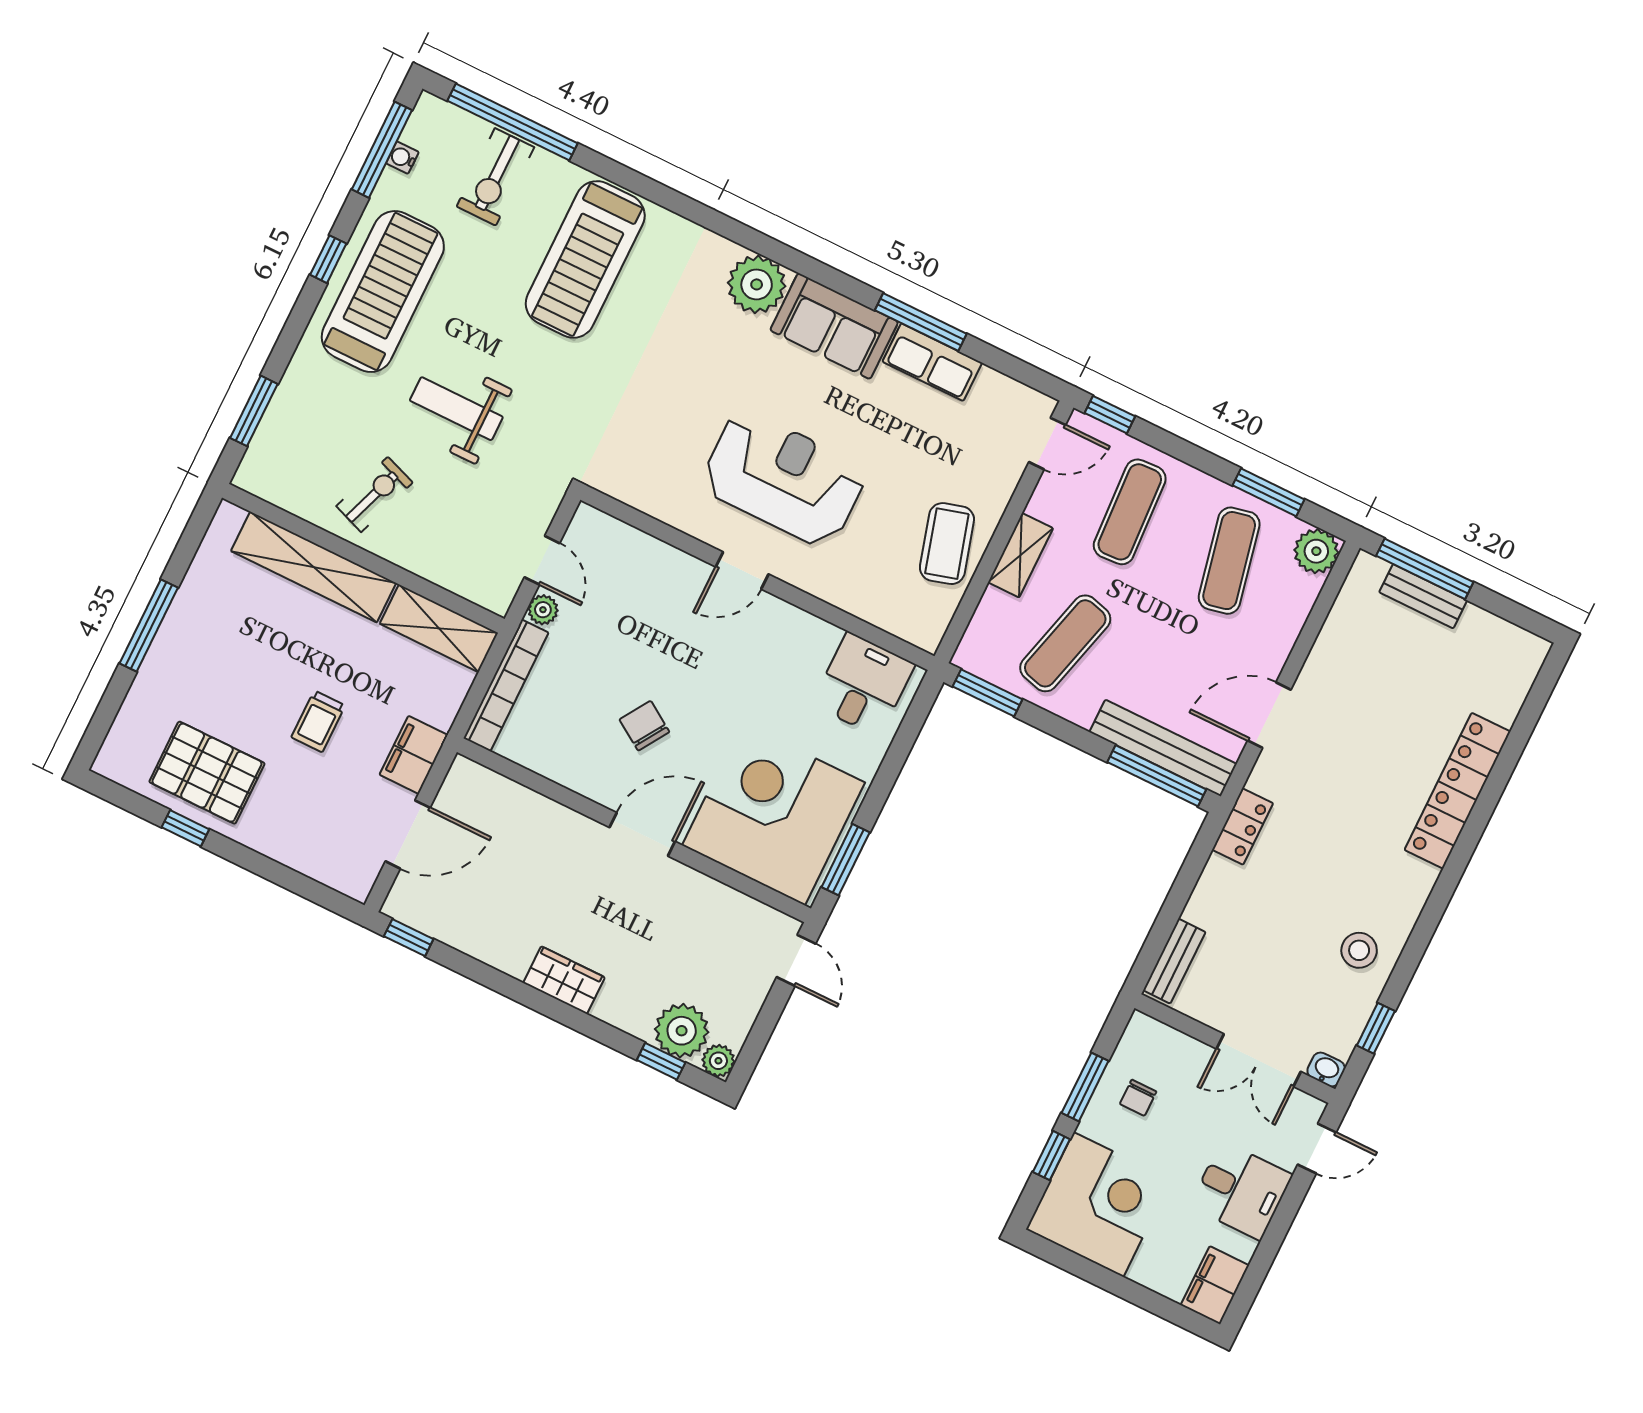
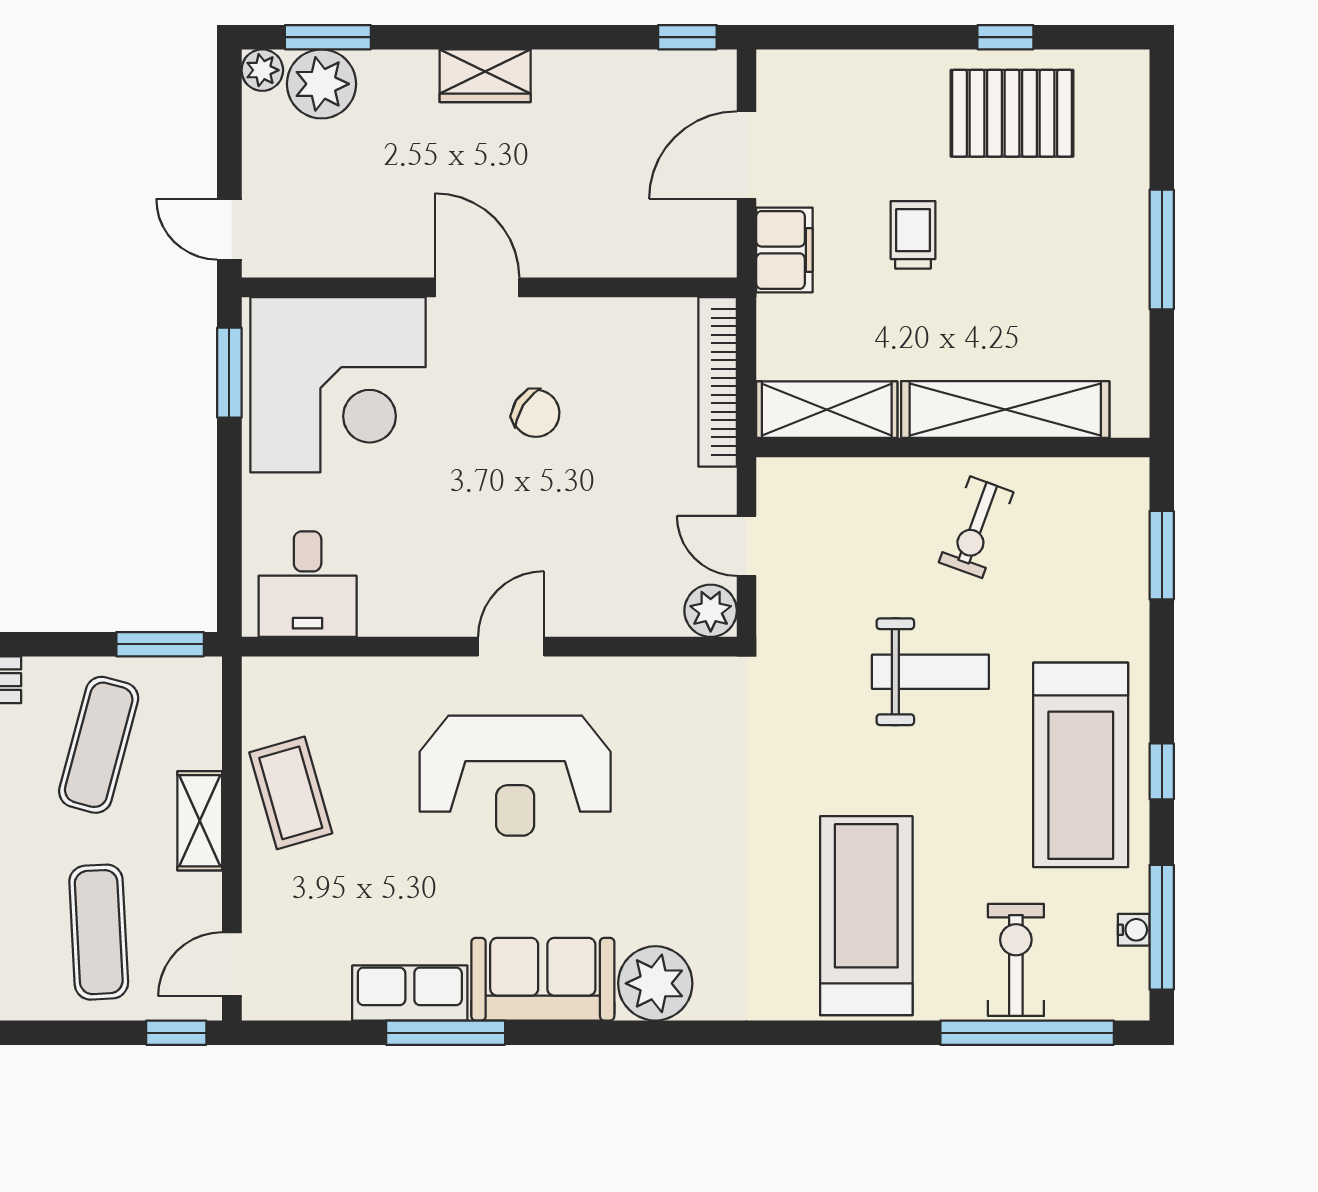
plant: (543, 610) -> (711, 611), moved, width x1.38, depth x1.38
door: (642, 834) -> (477, 287), swing flipped
window: (661, 1061) -> (328, 37), width x1.50

